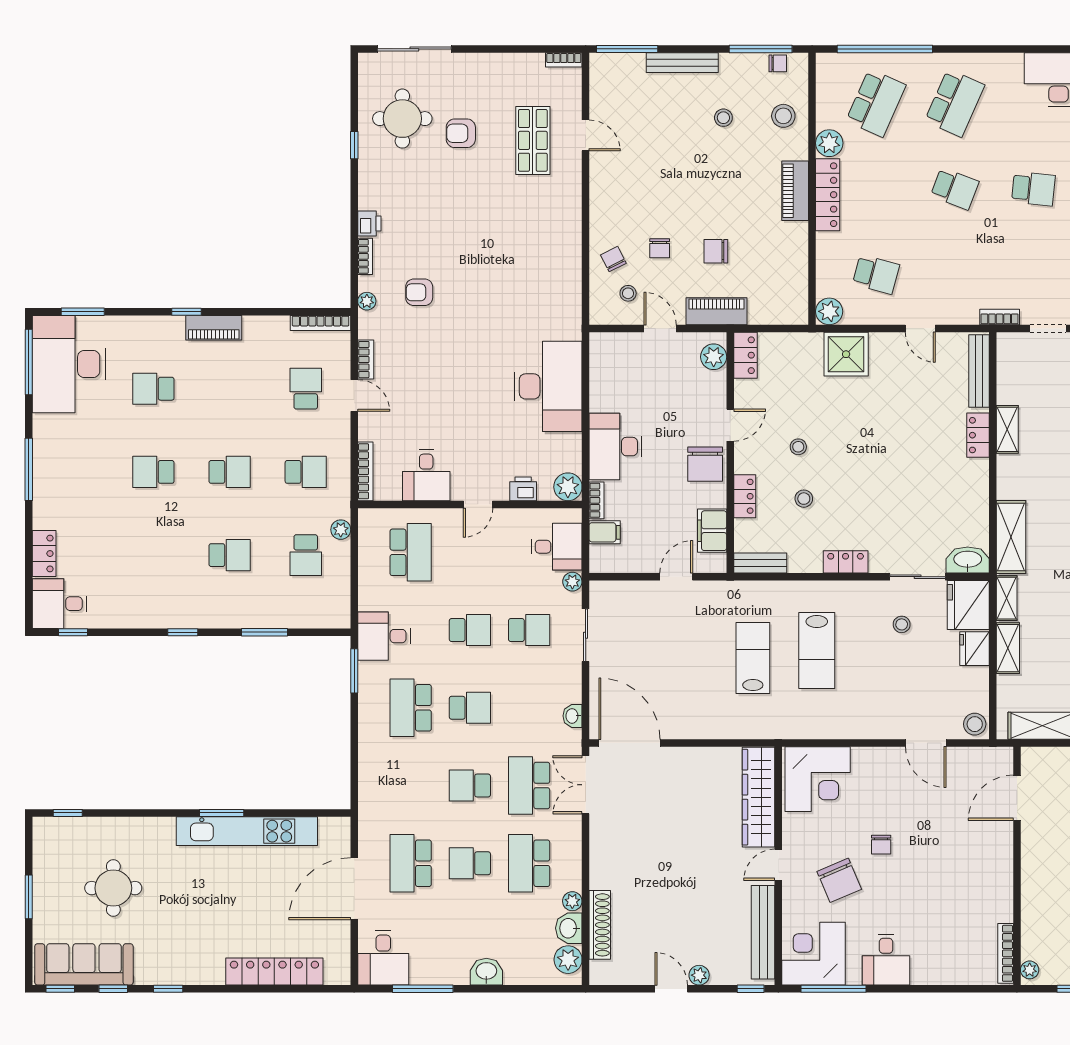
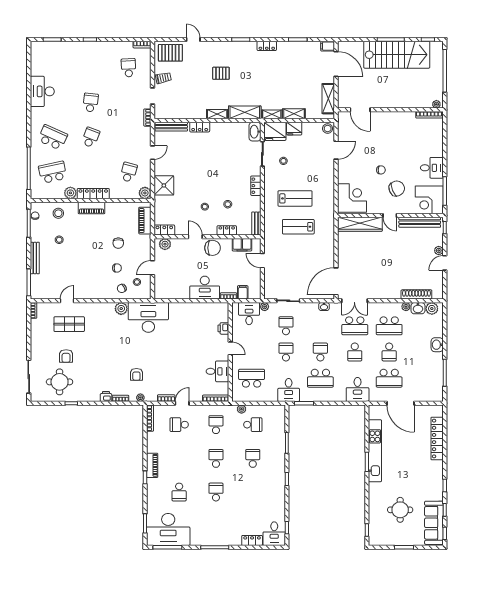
school desk: (876, 103) -> (53, 172), turned -36
piano: (716, 311) -> (145, 221), moved
desk: (548, 386) -> (148, 317), moved
shelving: (1007, 429) -> (217, 114), moved
school desk: (153, 472) -> (216, 492), turned 180
plant: (568, 487) -> (121, 309), moved
desk: (383, 958) -> (358, 389), moved, turned 90

